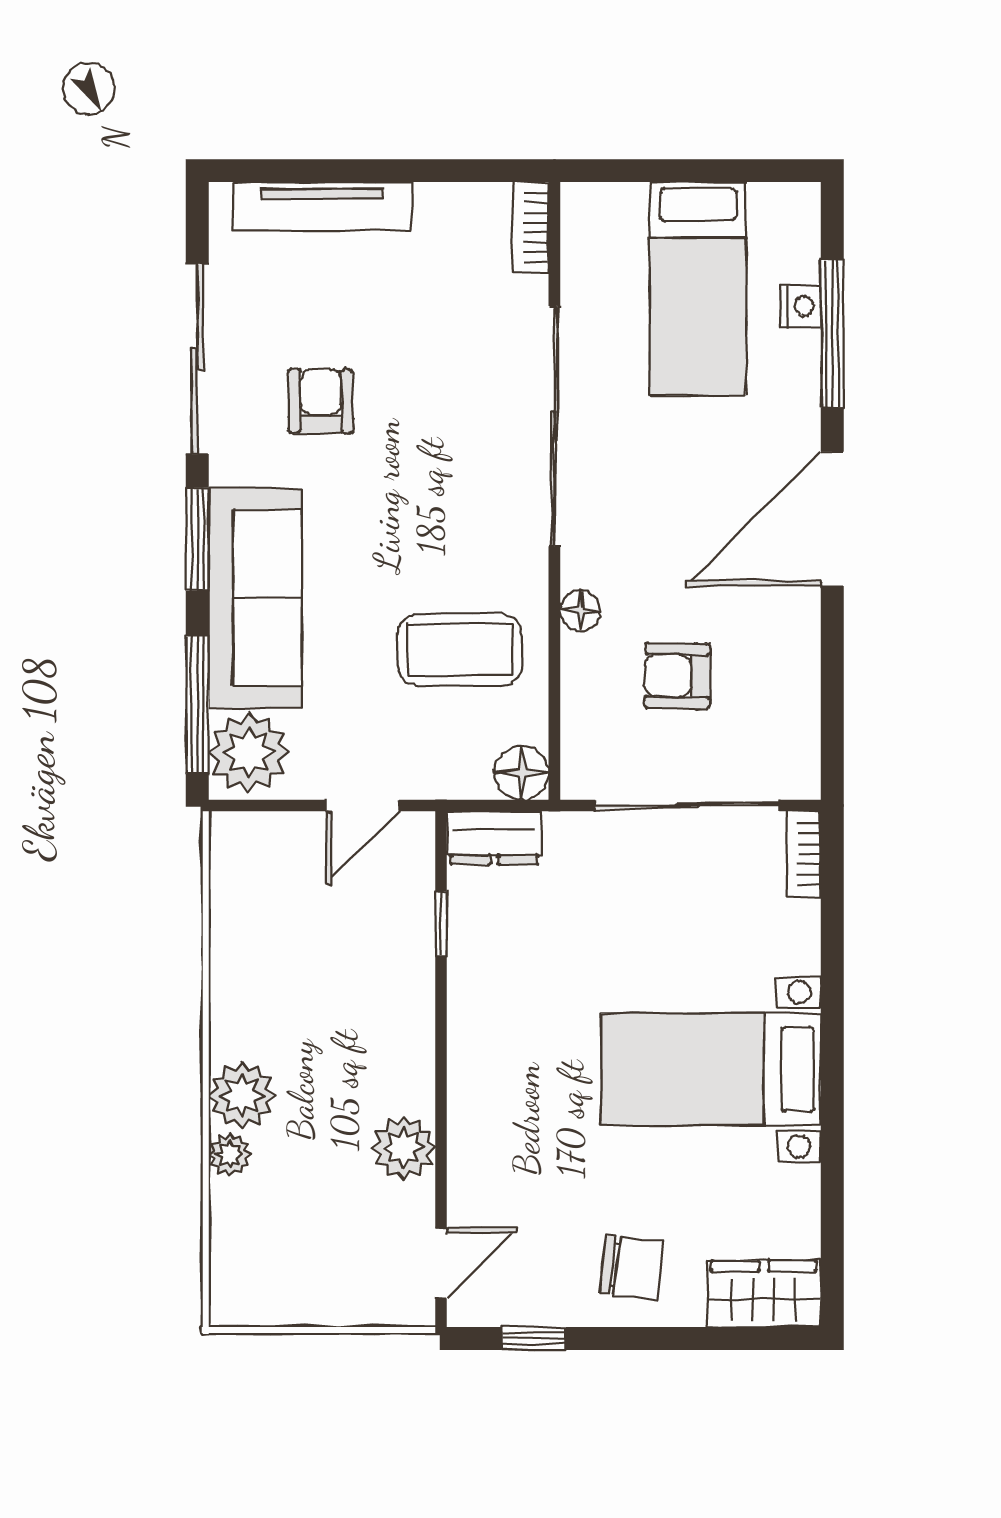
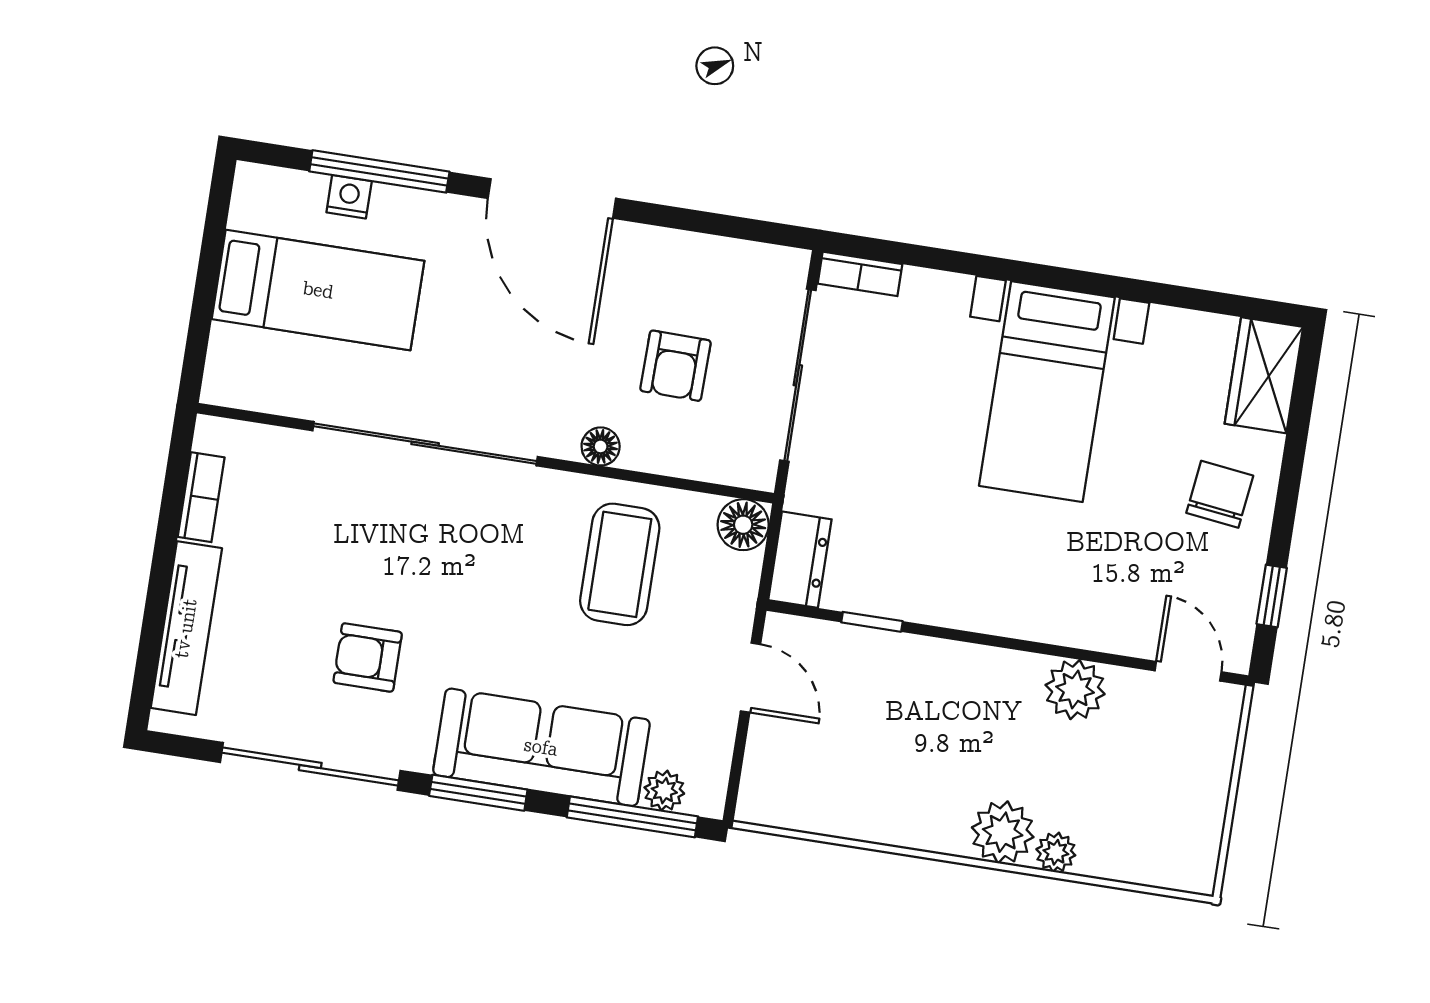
bookcase: (531, 227) -> (201, 497), moved, turned -90
plant: (249, 753) -> (664, 791), width x0.53, depth x0.53

